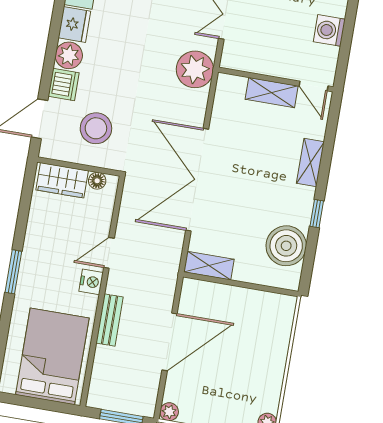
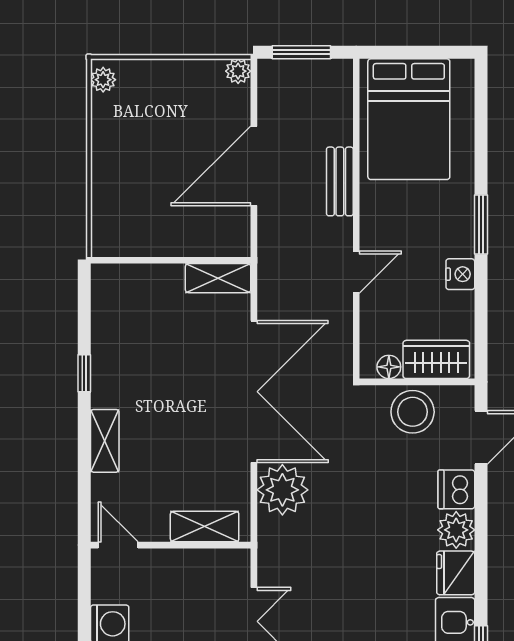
plant: (195, 69) -> (282, 490), moved
shelving: (272, 93) -> (205, 527), moved
stool: (96, 128) -> (413, 412), moved
boiler: (286, 246) -> (118, 323), removed
nightstand: (91, 282) -> (460, 274), moved, turned 180

